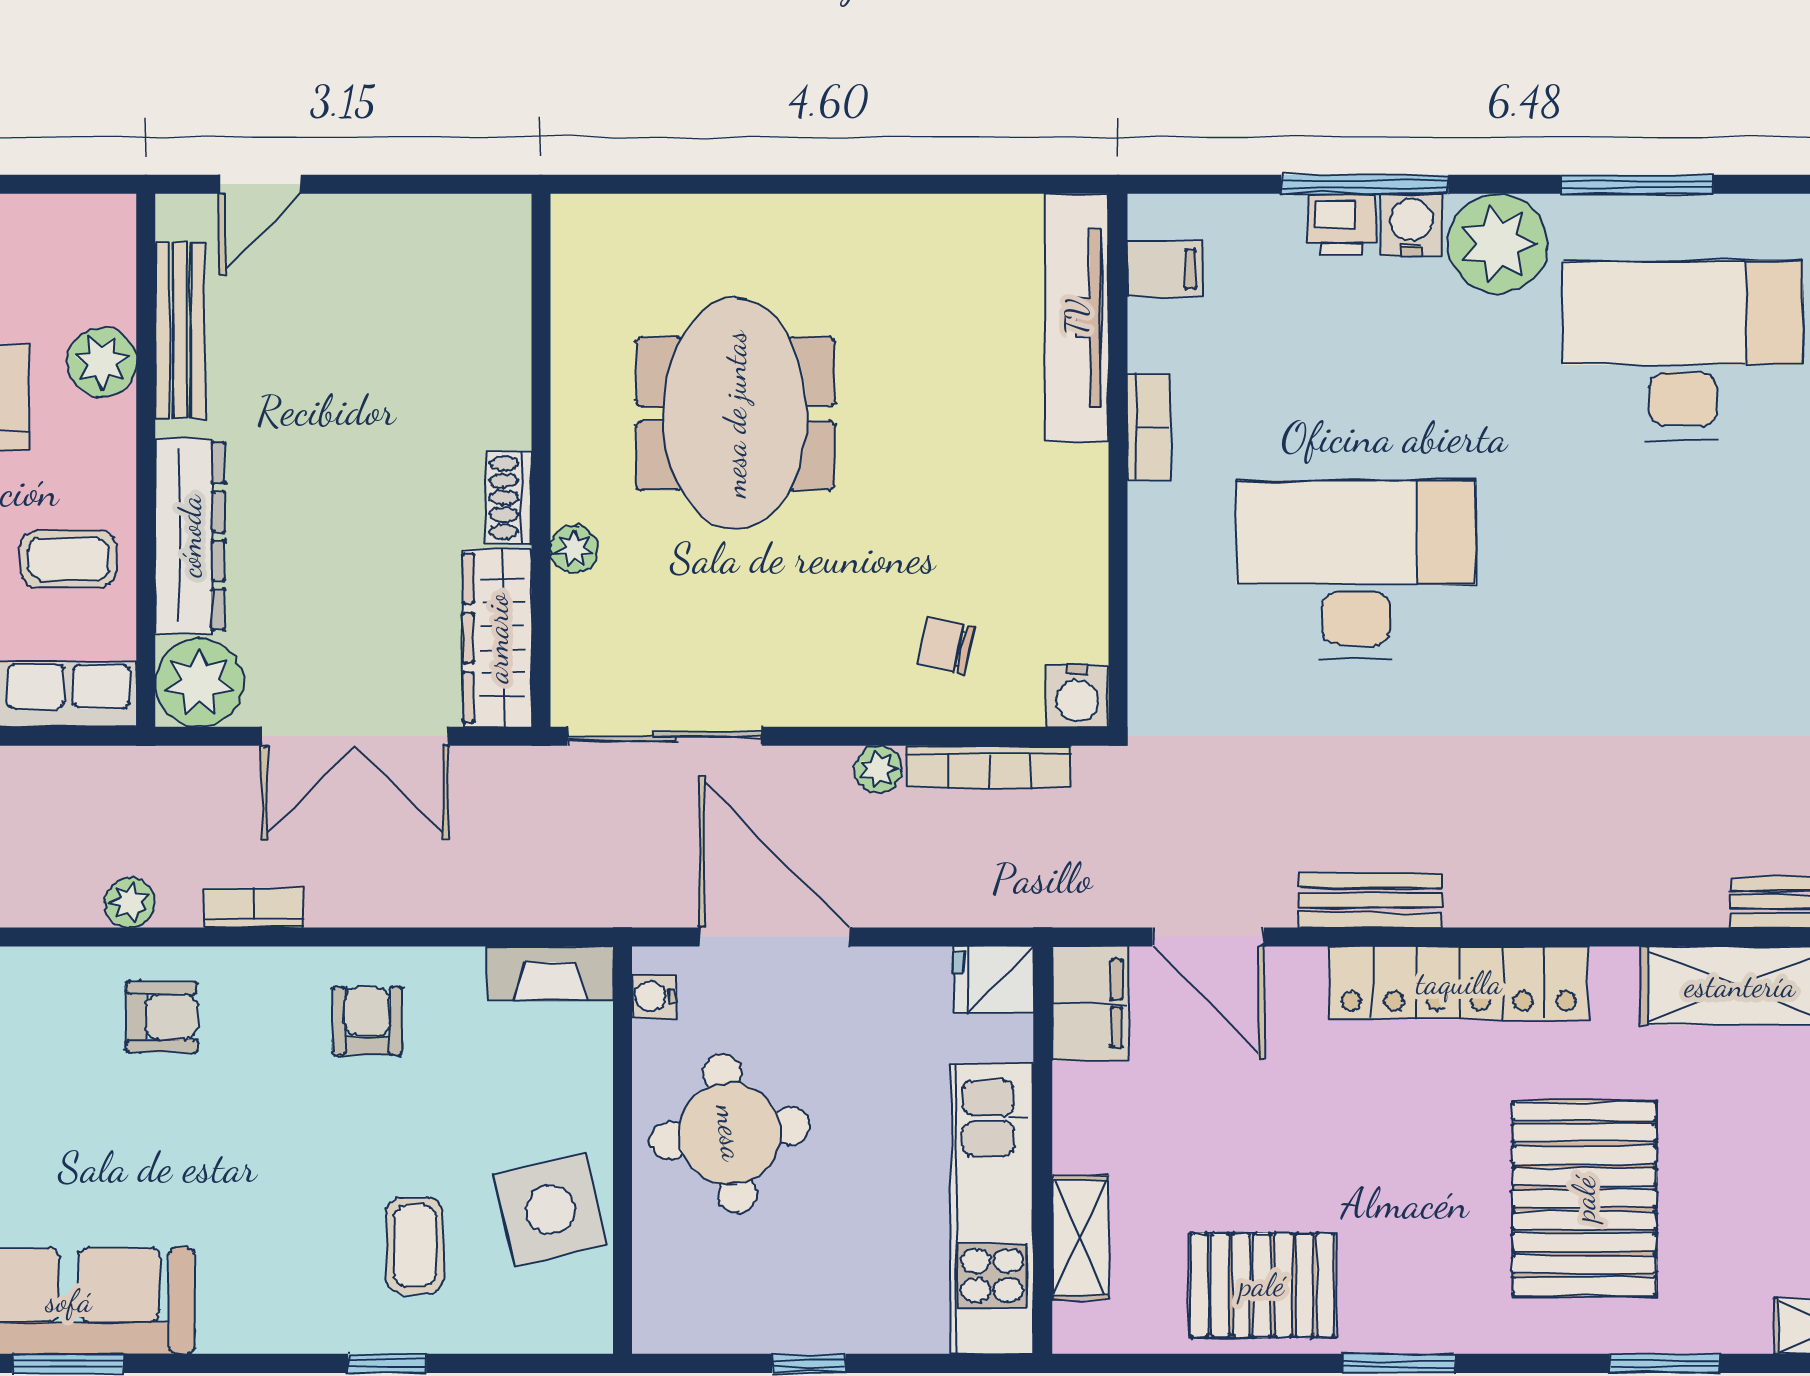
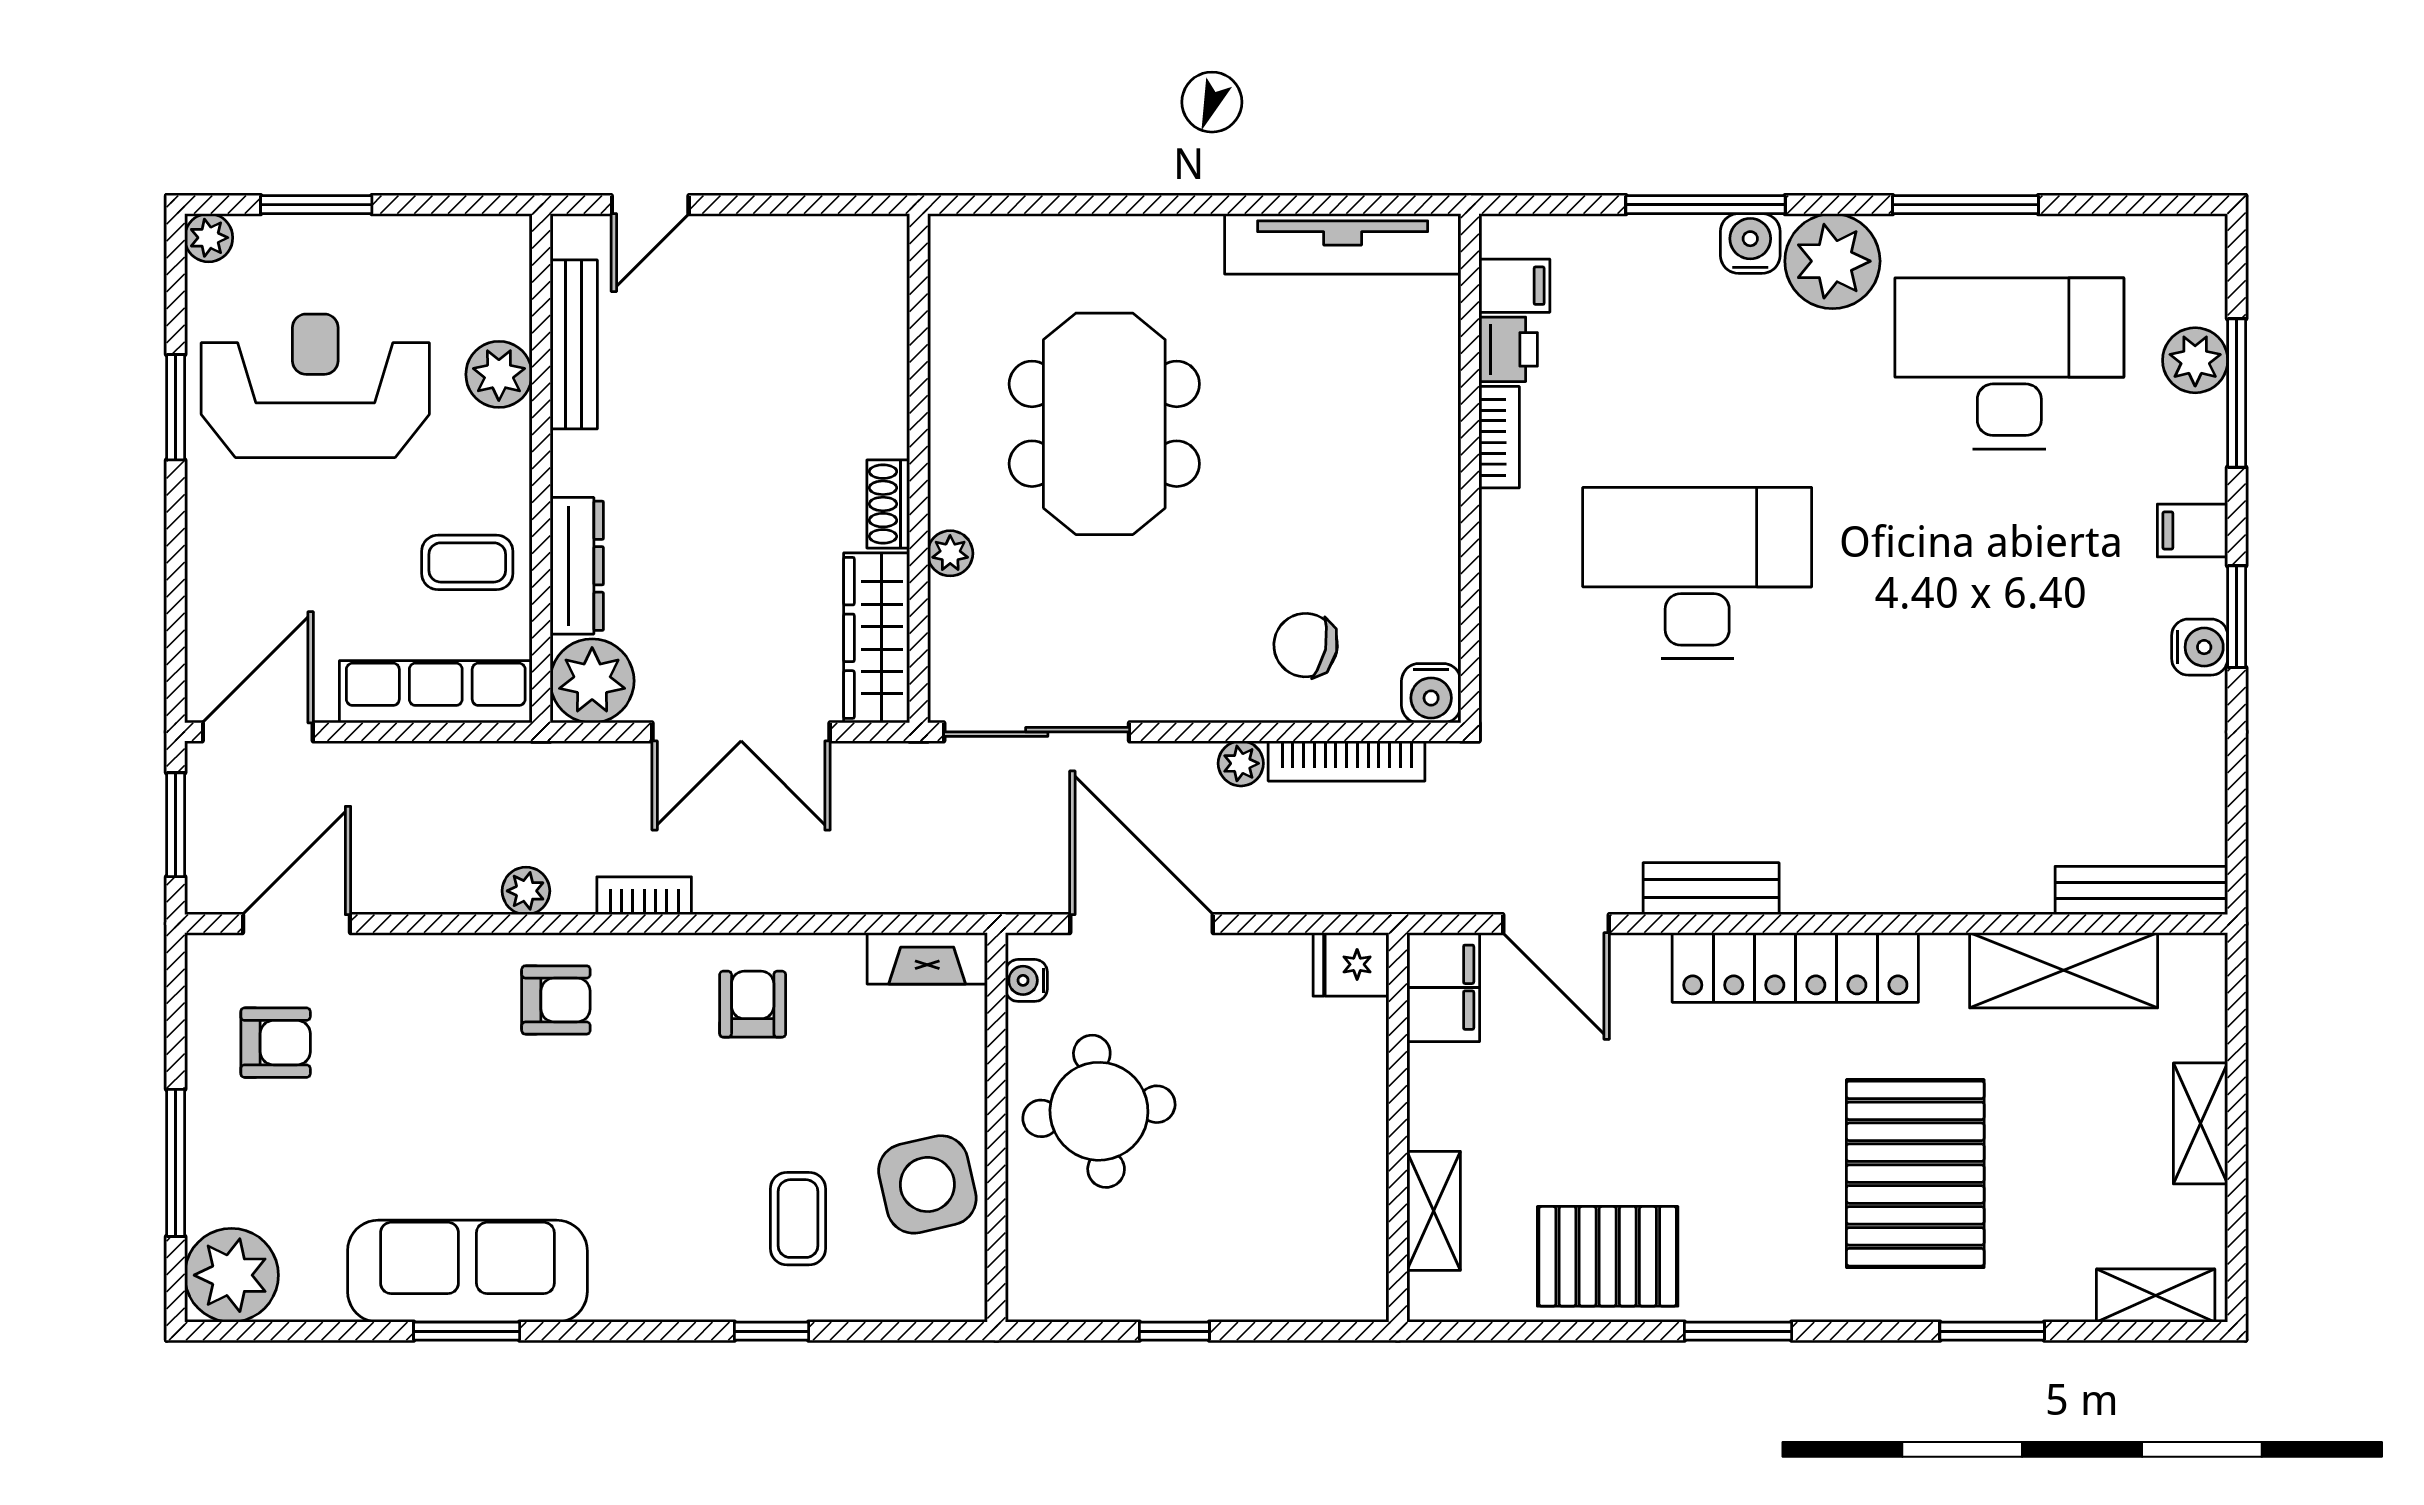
printer: (1342, 224) -> (1508, 349), moved, turned -90
tv unit: (1077, 317) -> (1343, 244), moved, turned -90
dresser: (190, 536) -> (577, 566), width x0.73, depth x0.80
chair: (946, 645) -> (1306, 645), width x1.37, depth x1.37
kitchen unit: (992, 1208) -> (1350, 1183), removed

